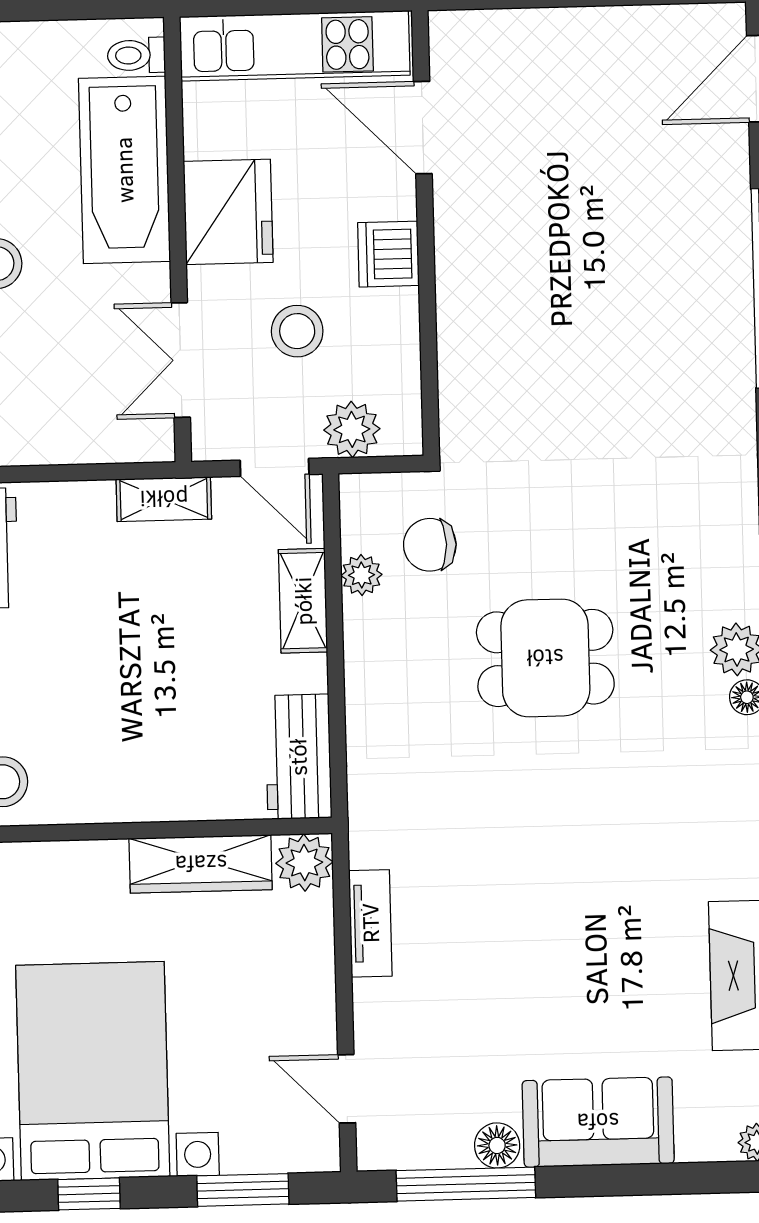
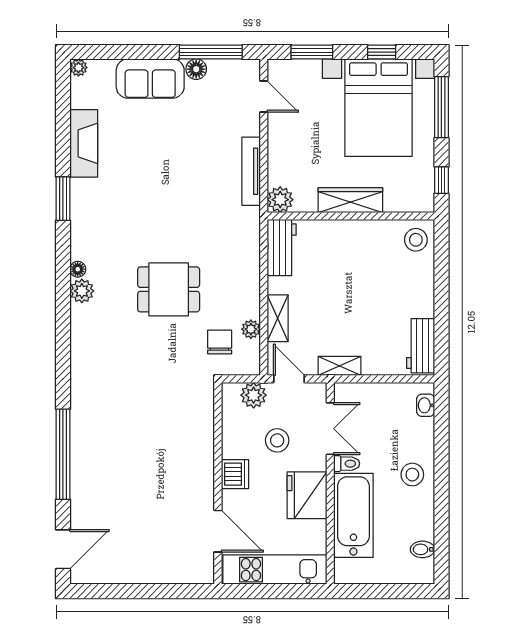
toilet: (136, 55) -> (347, 464), moved
chair: (430, 545) -> (220, 342), turned -90
wardrobe: (201, 864) -> (350, 200), moved
tv unit: (370, 923) -> (251, 171), width x1.41

